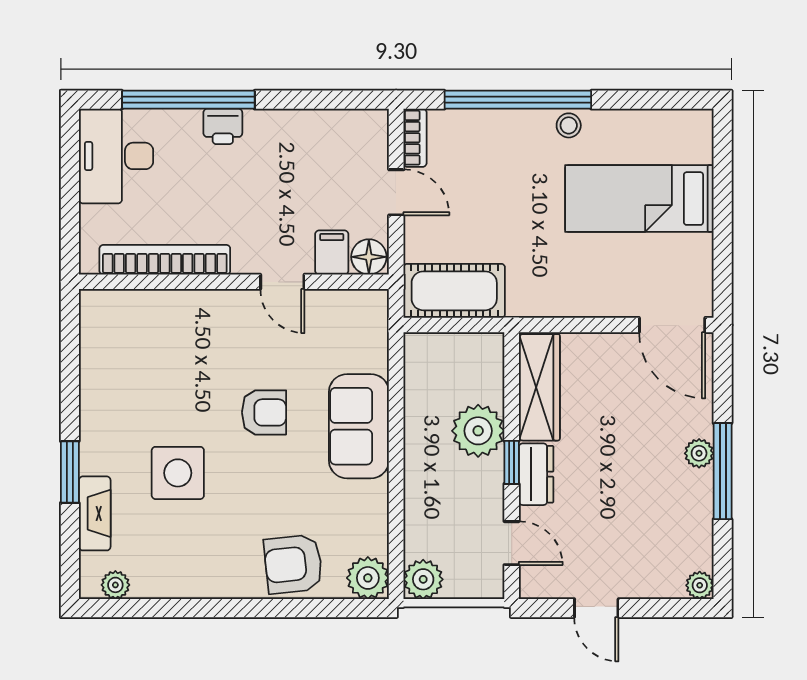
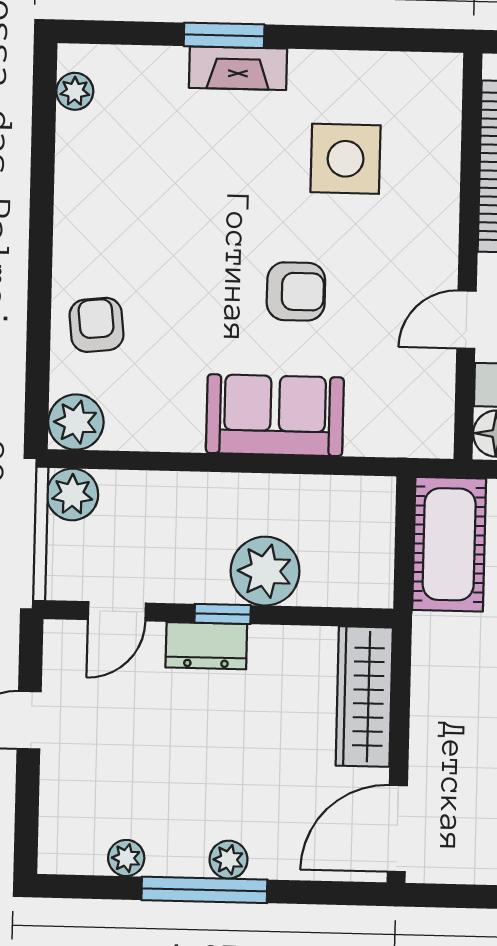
wardrobe: (539, 387) -> (364, 697), moved, turned 90
armchair: (264, 412) -> (296, 291), turned -90
side table: (178, 473) -> (346, 159), moved
fireplace: (95, 513) -> (238, 68), moved
armchair: (293, 564) -> (97, 325), width x0.72, depth x0.72
plant: (700, 585) -> (126, 858), moved

